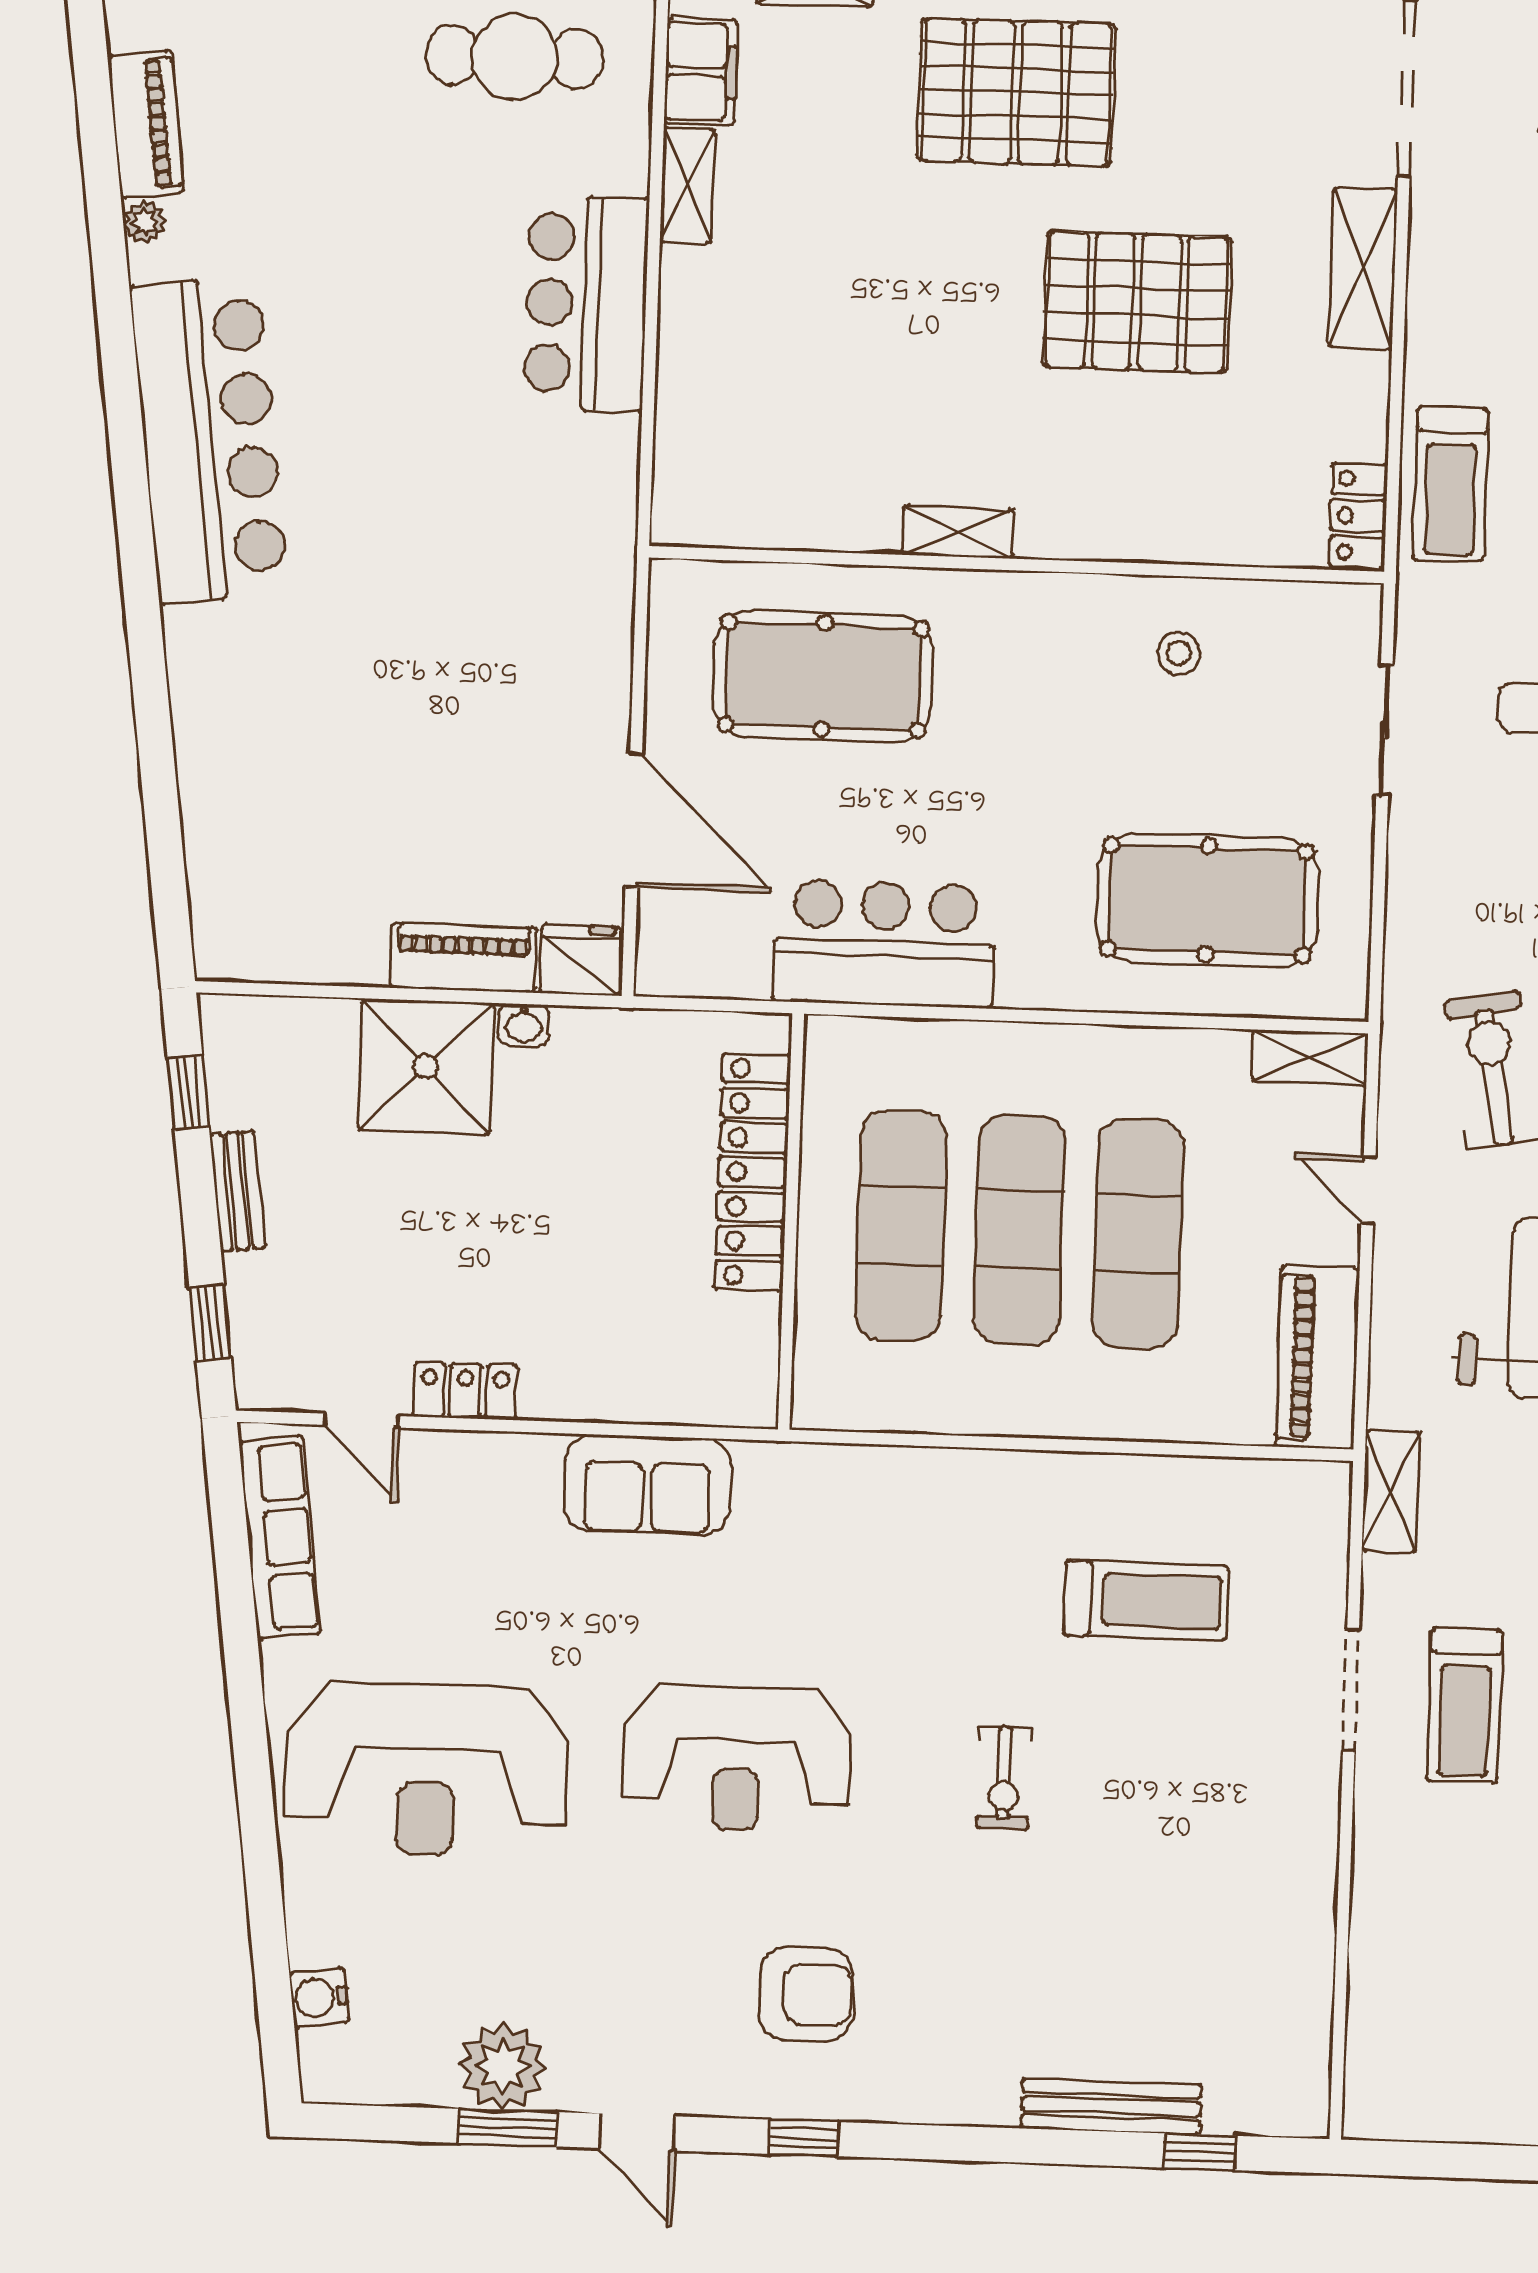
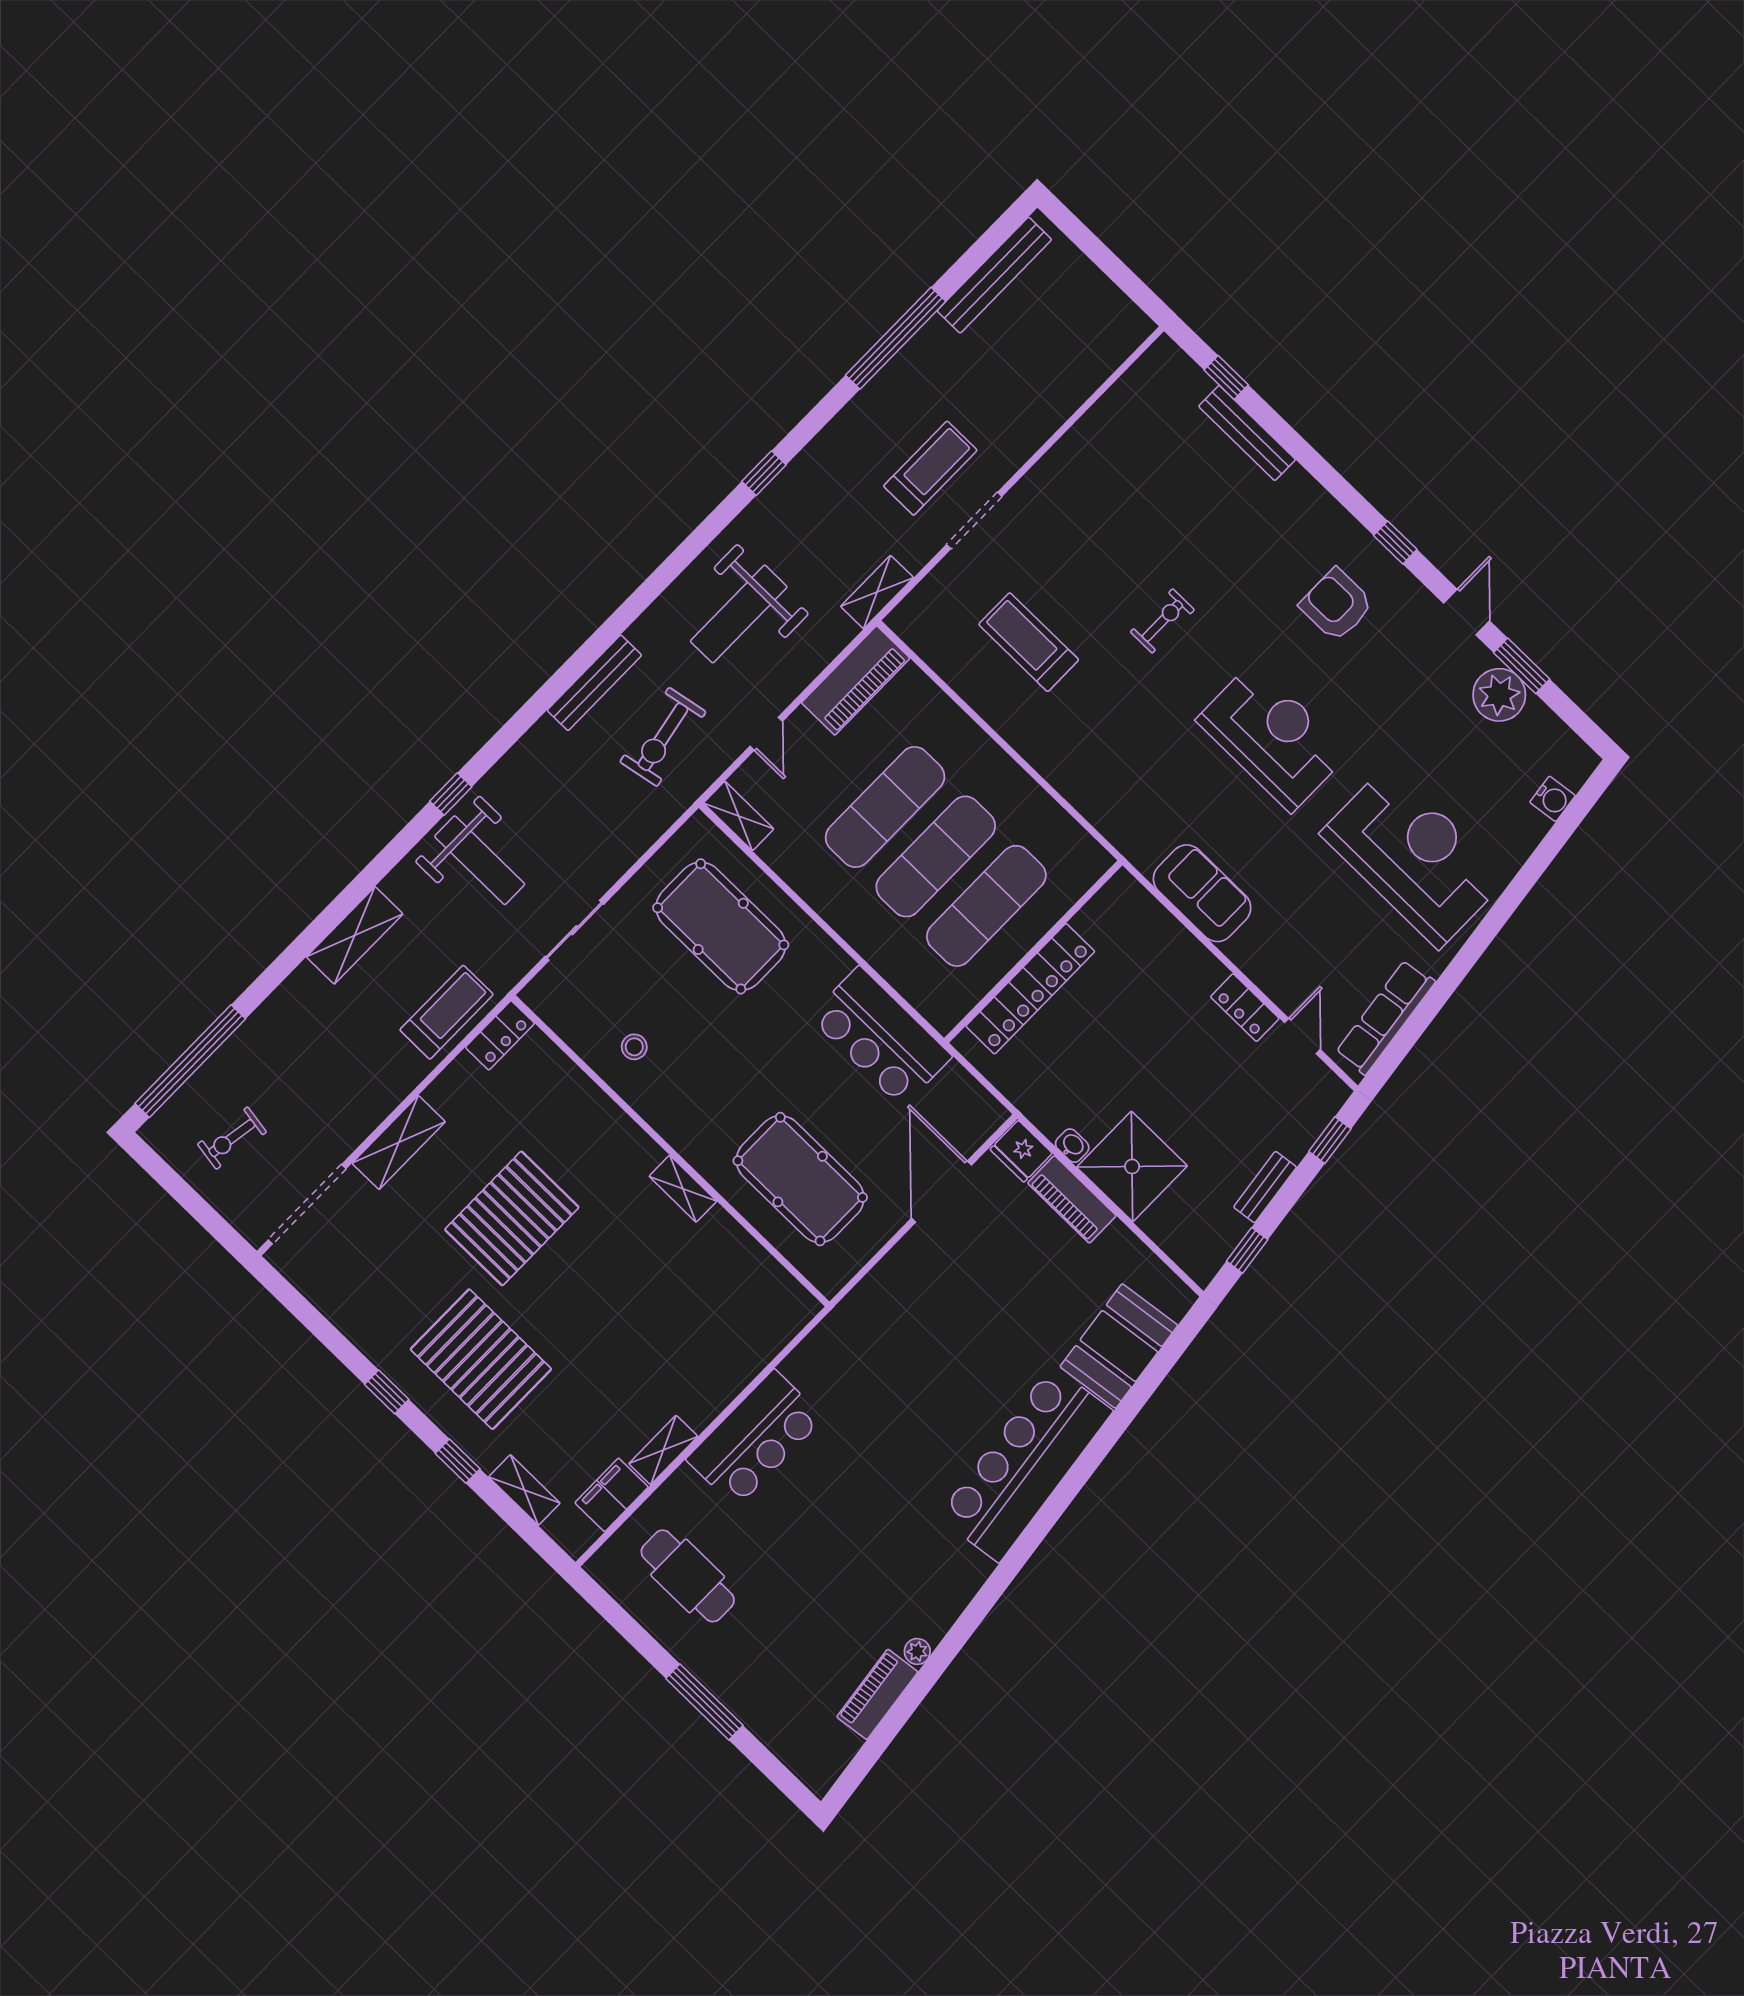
pallet: (1137, 302) -> (512, 1218), turned 90
bar counter: (209, 439) -> (1025, 1464), moved
booth: (239, 829) -> (1119, 1346), added

